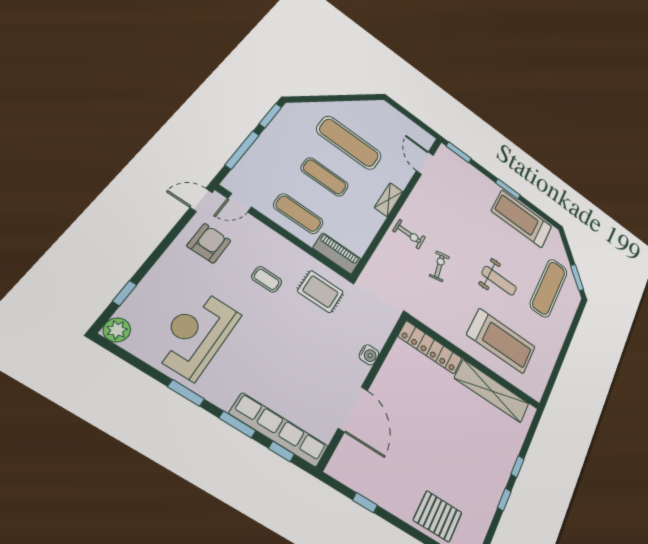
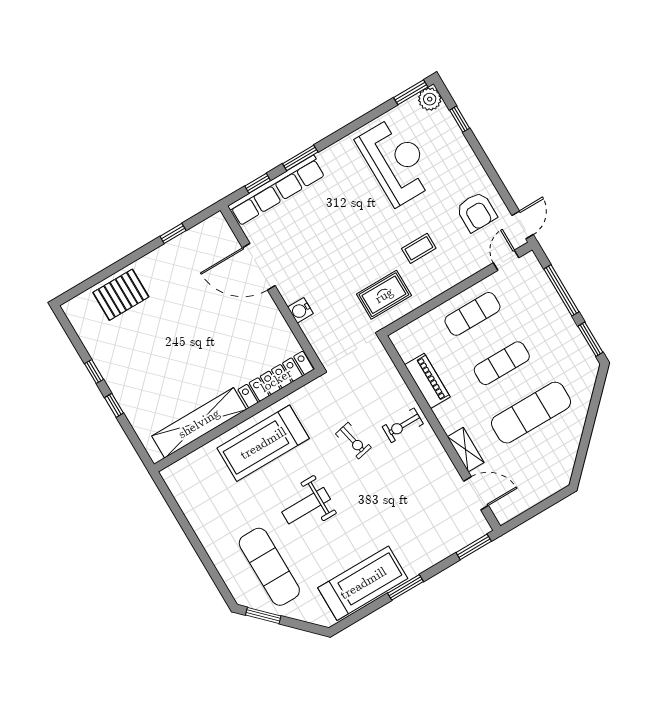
shelving: (389, 200) -> (466, 450), moved
piano: (337, 253) -> (427, 381), moved, turned -90
treadmill: (501, 341) -> (263, 443), moved
window: (186, 393) -> (411, 92), moved

